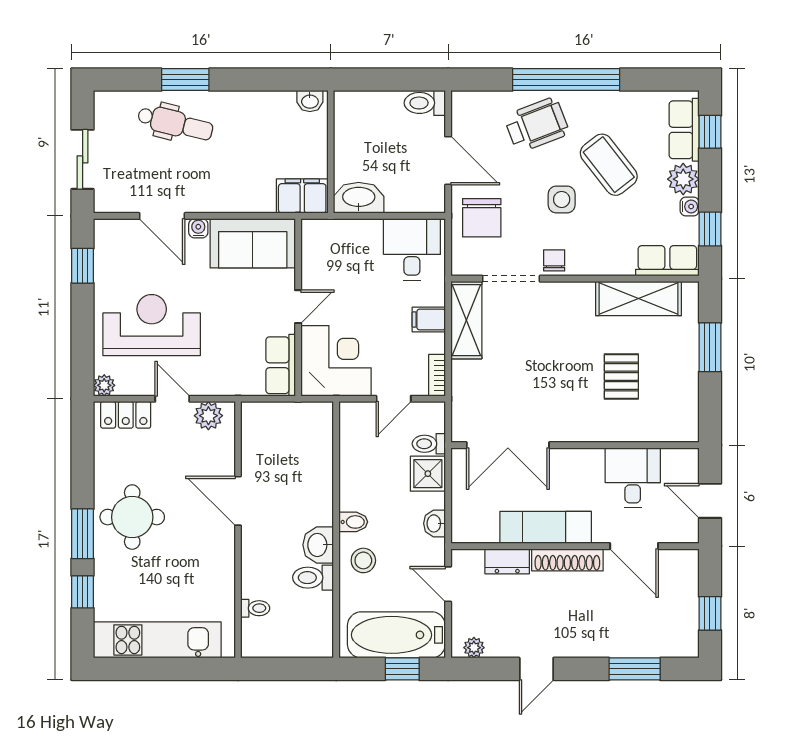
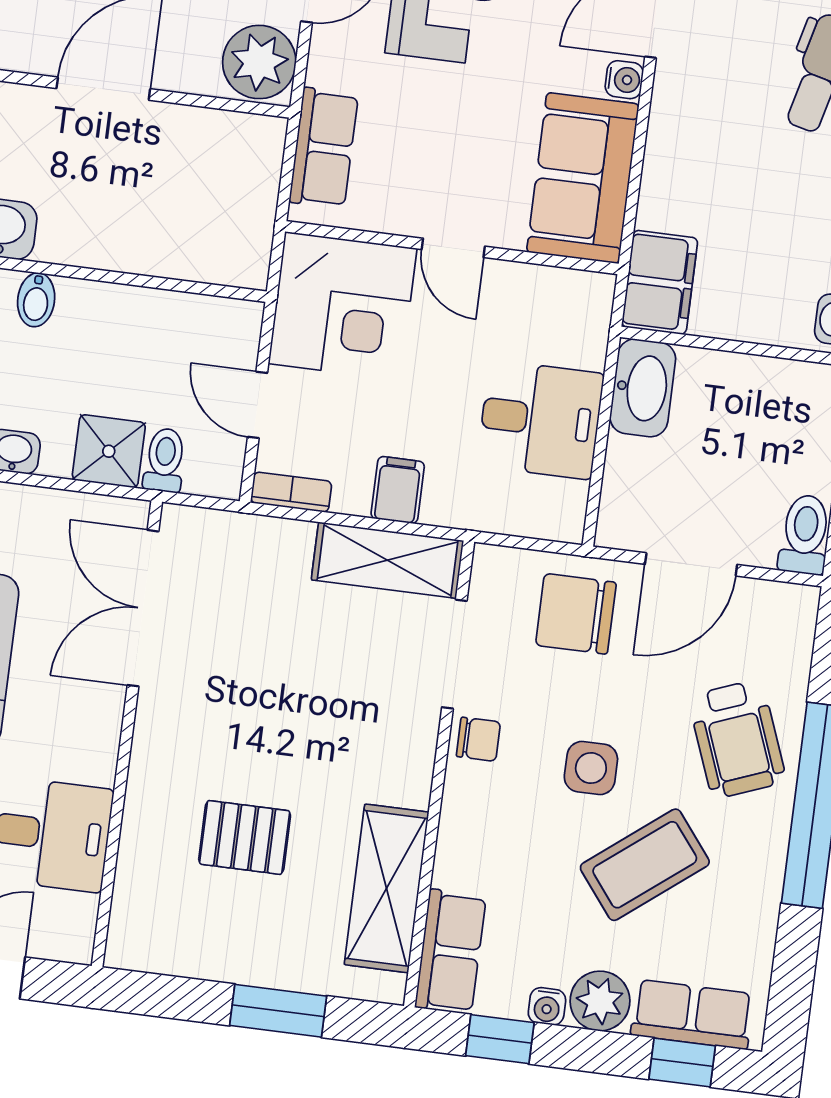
desk: (412, 249) -> (540, 420), moved
row of seats: (281, 365) -> (324, 148), moved, turned 90
plant: (208, 416) -> (259, 62), width x1.36, depth x1.36

